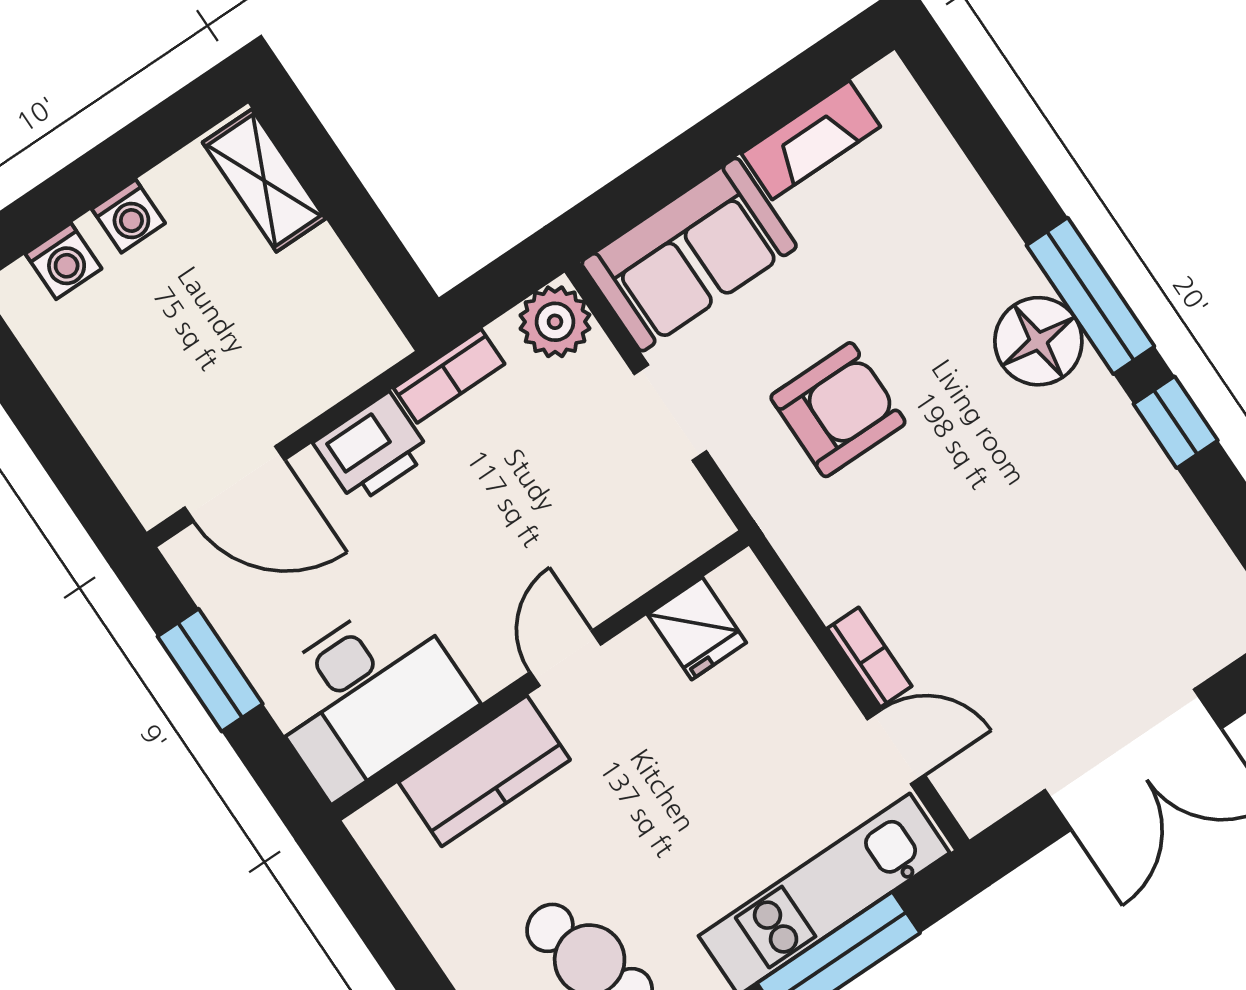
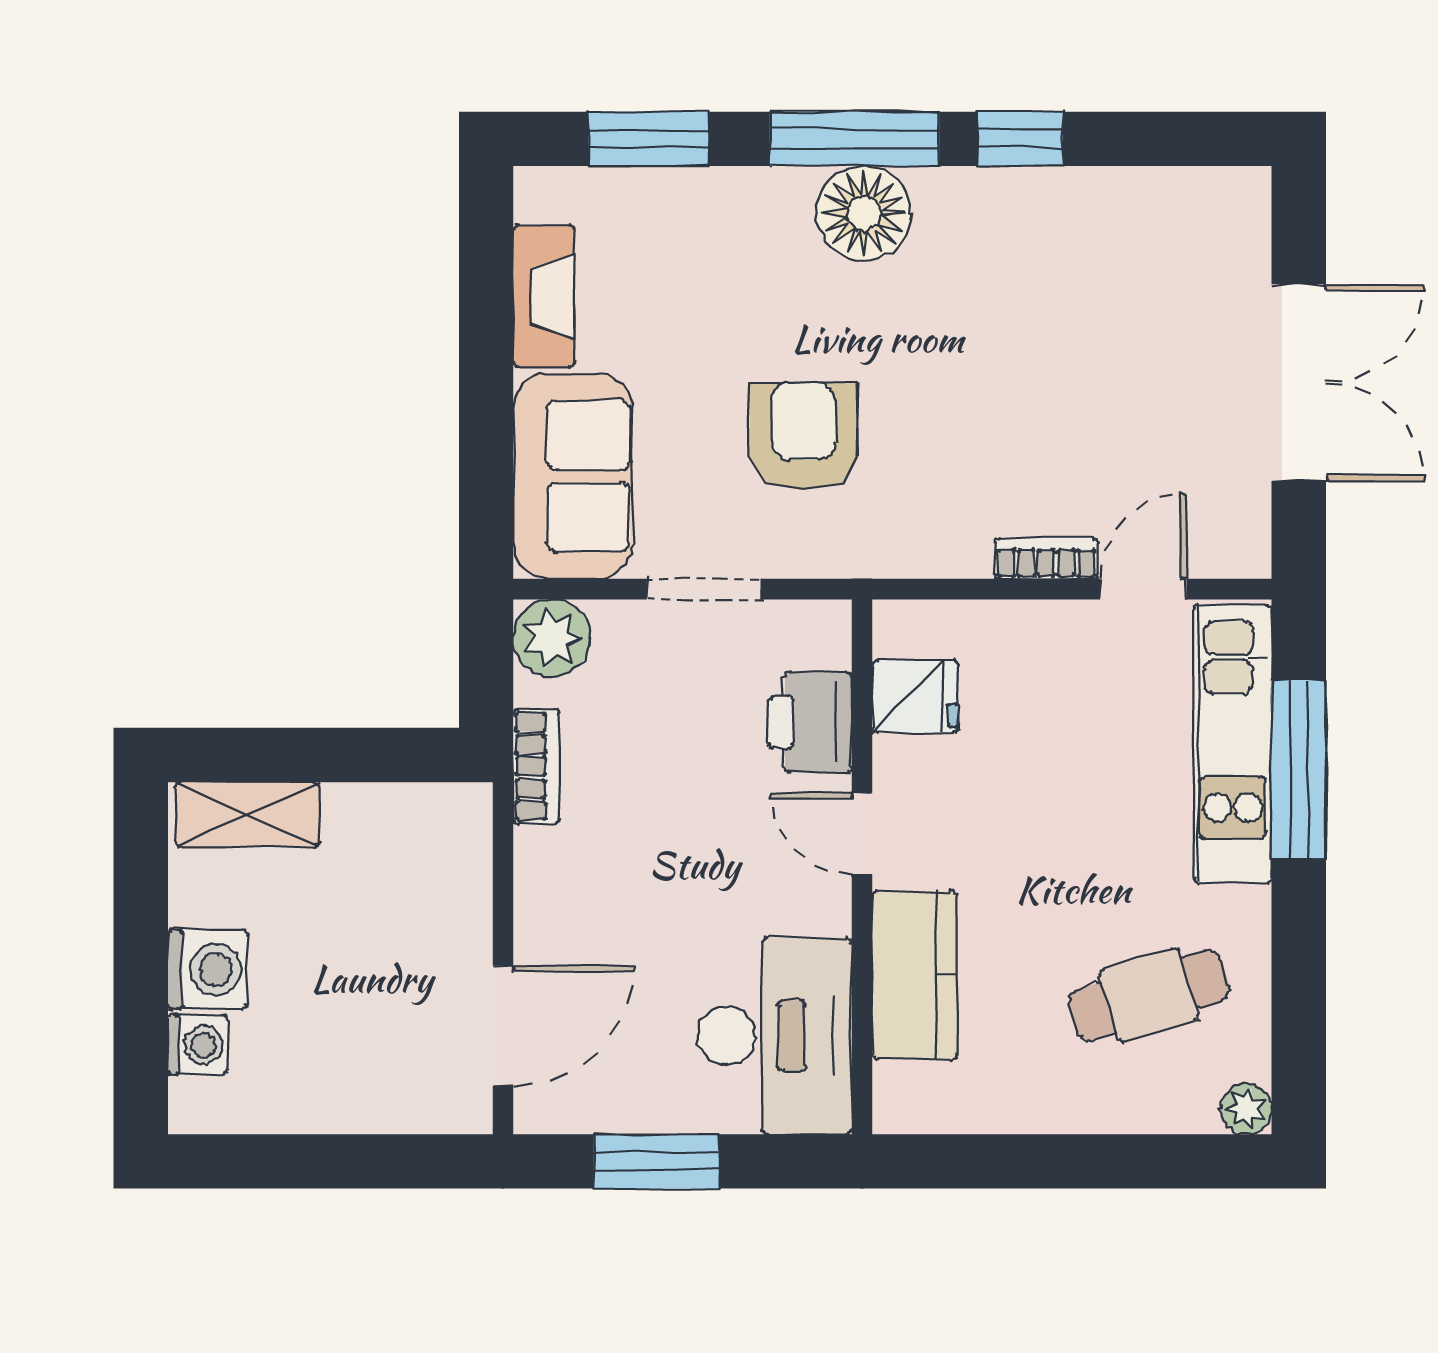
window: (985, 139) -> (649, 139), added
washing machine: (128, 216) -> (208, 969), width x1.38, depth x1.38
printer: (372, 448) -> (810, 722), moved, turned 180

